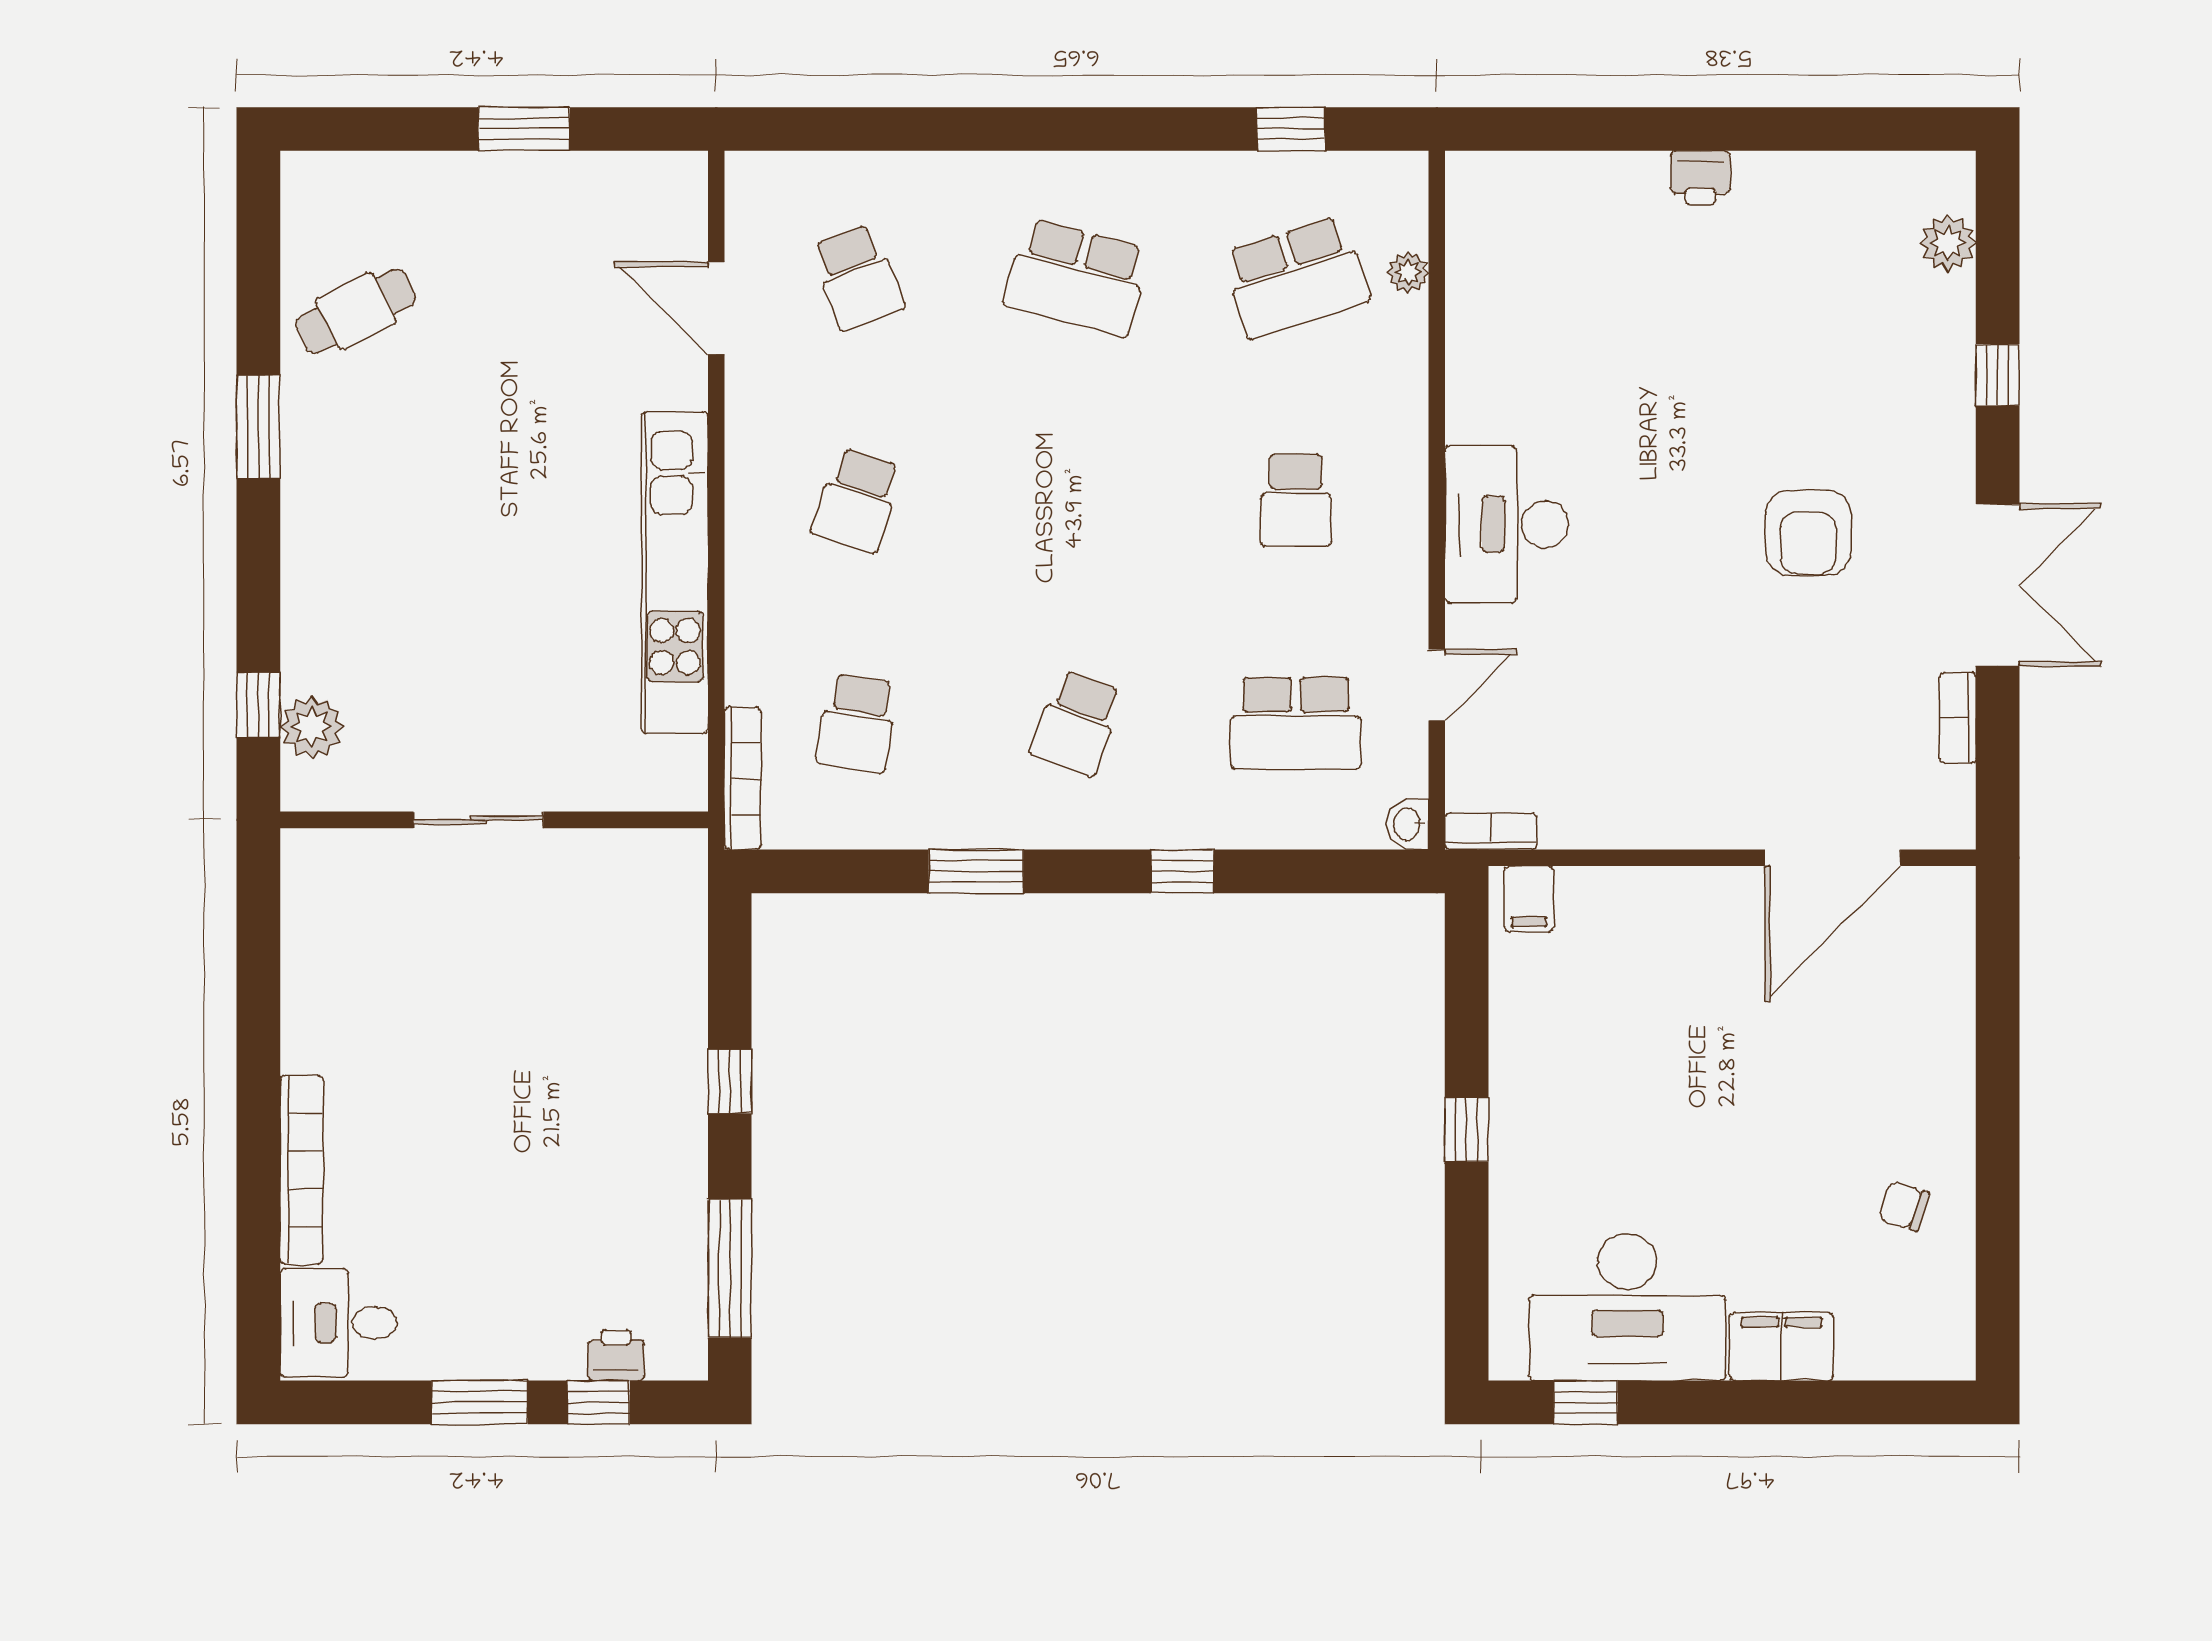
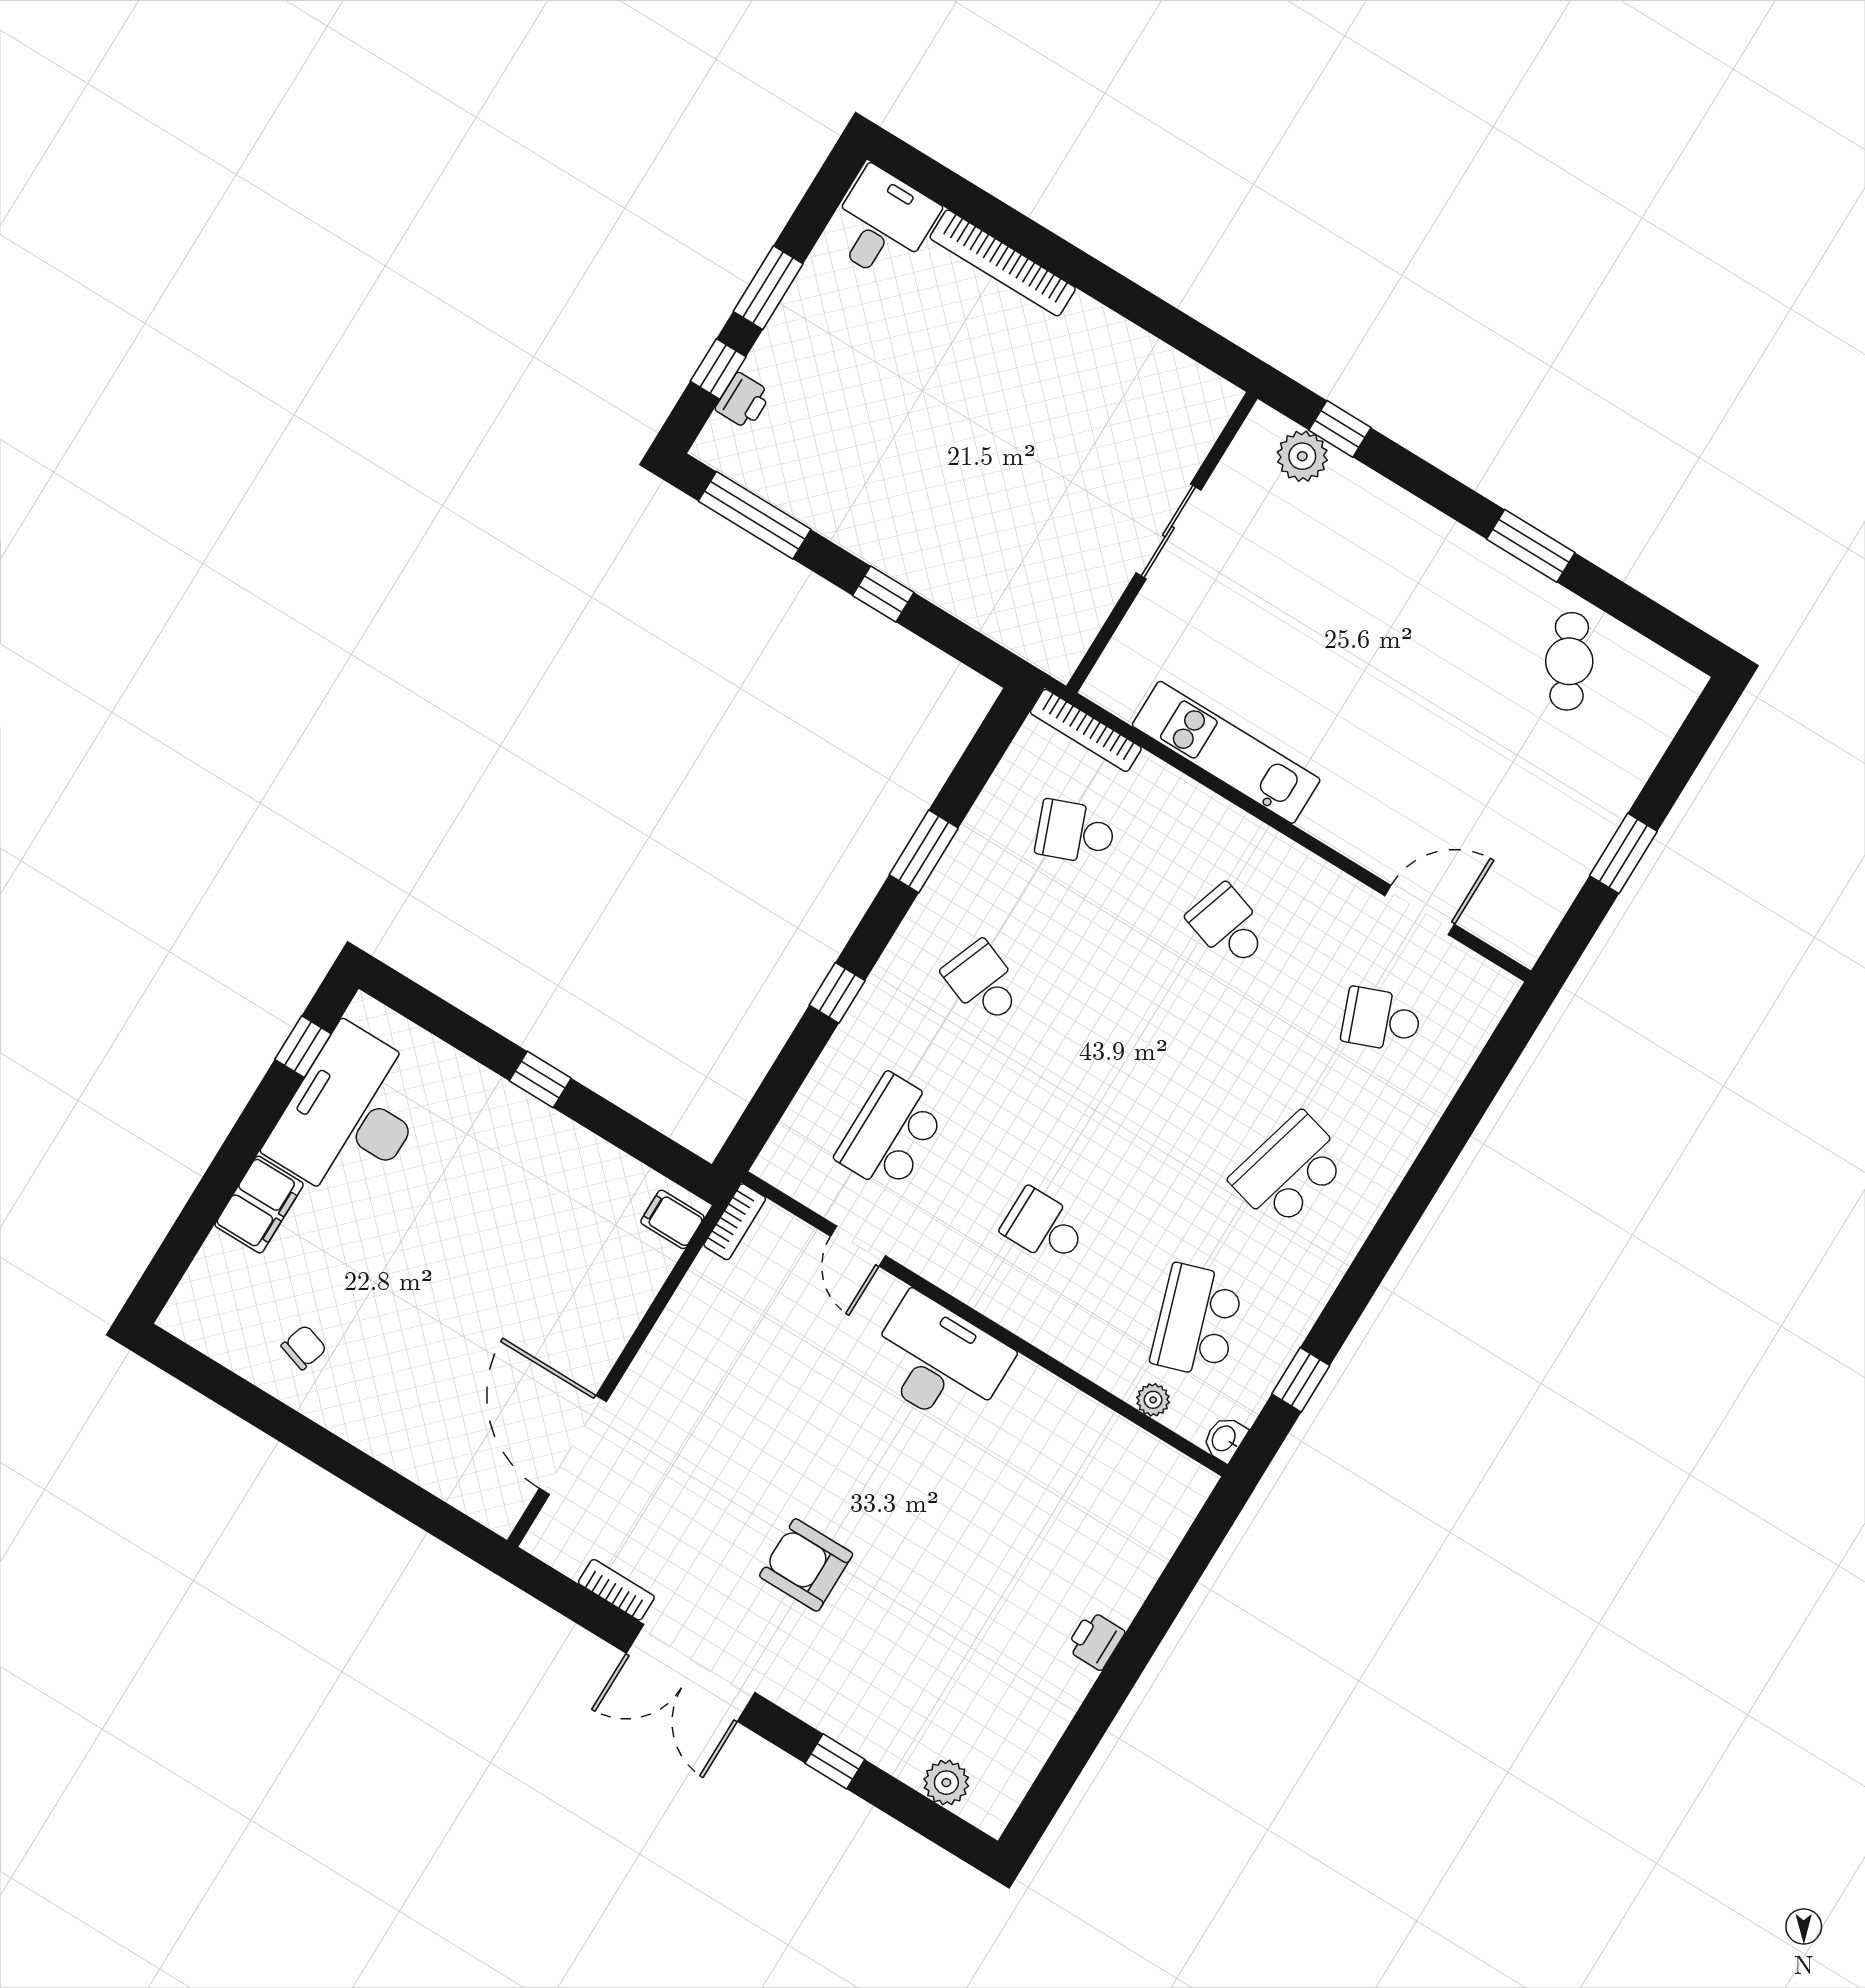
kitchen unit: (675, 573) -> (1226, 752), width x0.73
school desk: (857, 723) -> (1075, 832), turned -30
washbasin: (1408, 824) -> (1225, 1439), moved, turned -90

